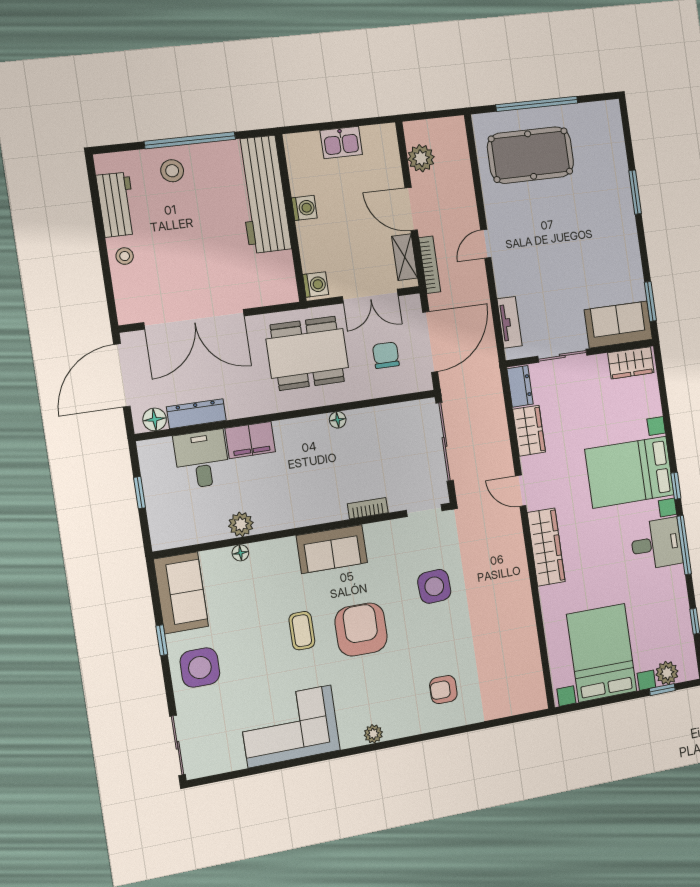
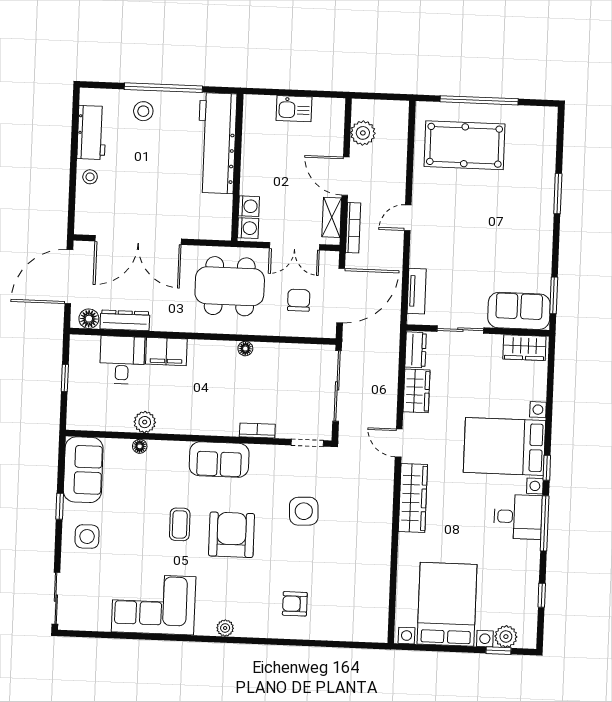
washing machine: (304, 208) -> (249, 206), moved
side table: (200, 668) -> (87, 537), width x0.73, depth x0.73

